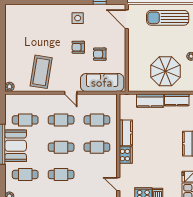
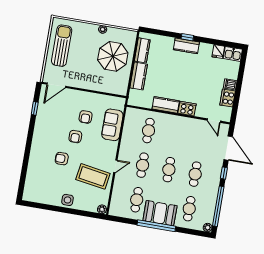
side table: (78, 18) -> (68, 200), moved
sun lounger: (168, 18) -> (62, 46), turned 180
armchair: (54, 37) -> (62, 159), added
sofa: (102, 83) -> (112, 125), width x0.73
door: (71, 93) -> (115, 166), moved
cafe table: (97, 147) -> (175, 135), removed
door: (118, 184) -> (214, 121), hinge flipped

